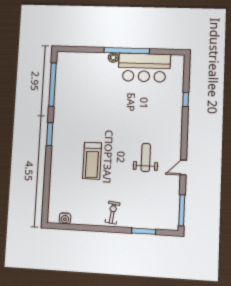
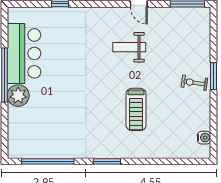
plant: (113, 58) -> (18, 96), width x1.88, depth x1.88
treadmill: (92, 161) -> (136, 109), turned 90
window: (144, 231) -> (213, 76), moved

